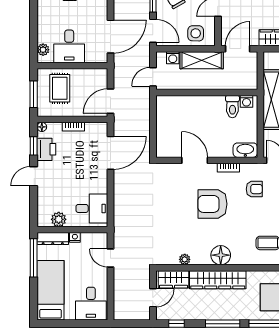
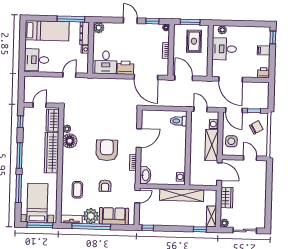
door: (153, 31) -> (234, 110), hinge flipped
rug: (60, 88) -> (194, 41), turned 90
toilet: (232, 107) -> (178, 121), moved
printer: (46, 149) -> (125, 68), moved, turned 180
armchair: (254, 189) -> (105, 186), moved
plant: (59, 219) -> (99, 28), moved
floor lamp: (221, 255) -> (70, 141), moved
door: (153, 298) -> (40, 105), swing flipped

